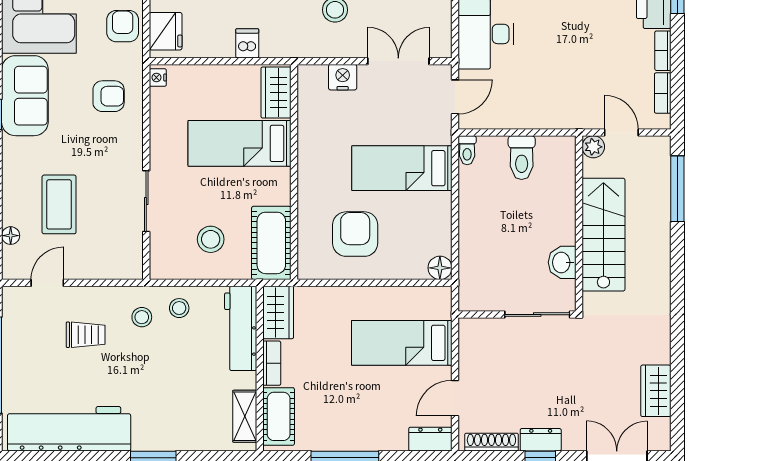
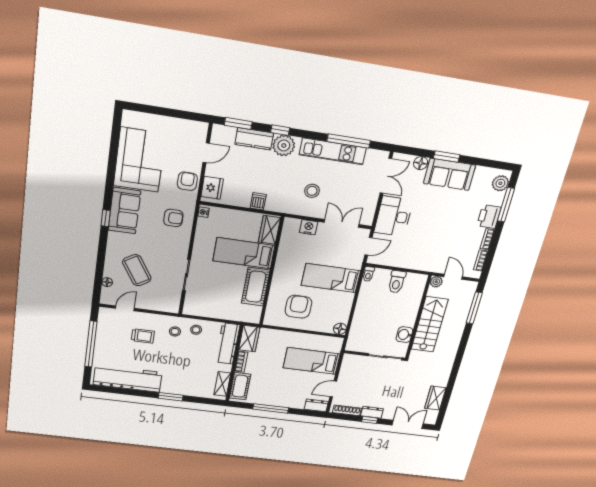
coffee table: (59, 204) -> (137, 270), turned -32
stool: (211, 239) -> (219, 299), removed
cot: (271, 243) -> (256, 287), moved

